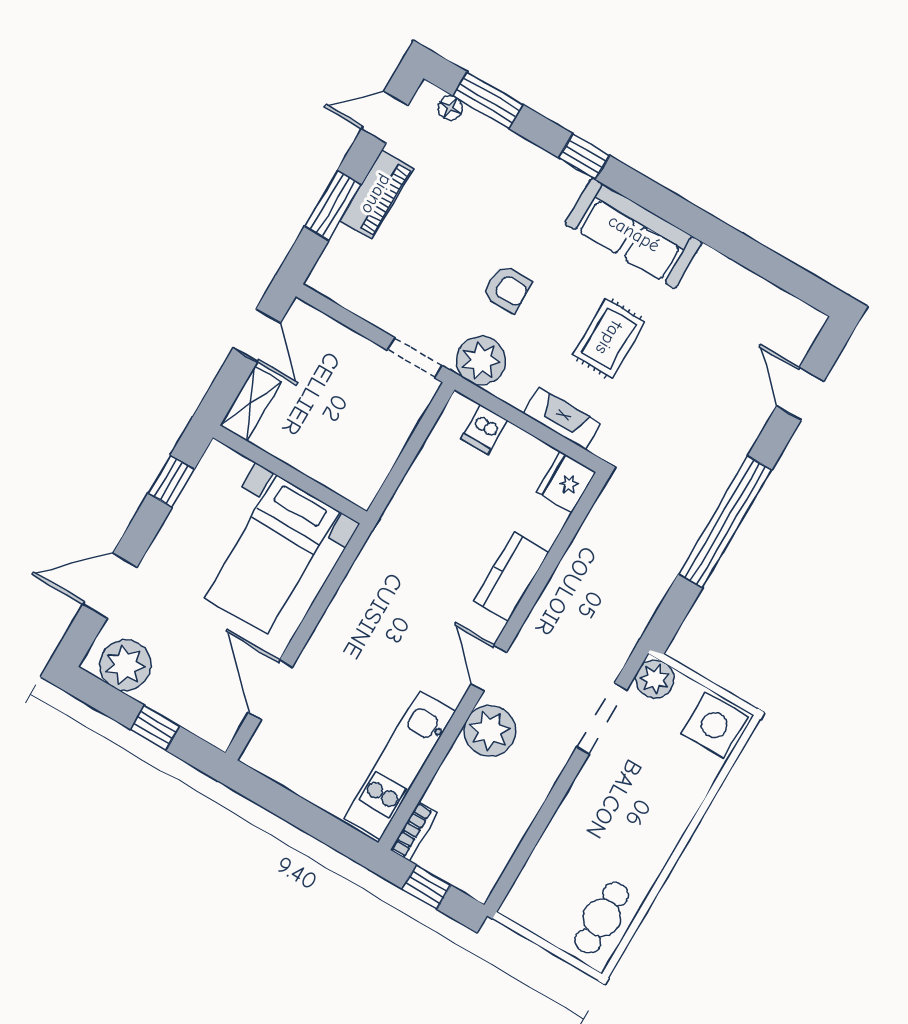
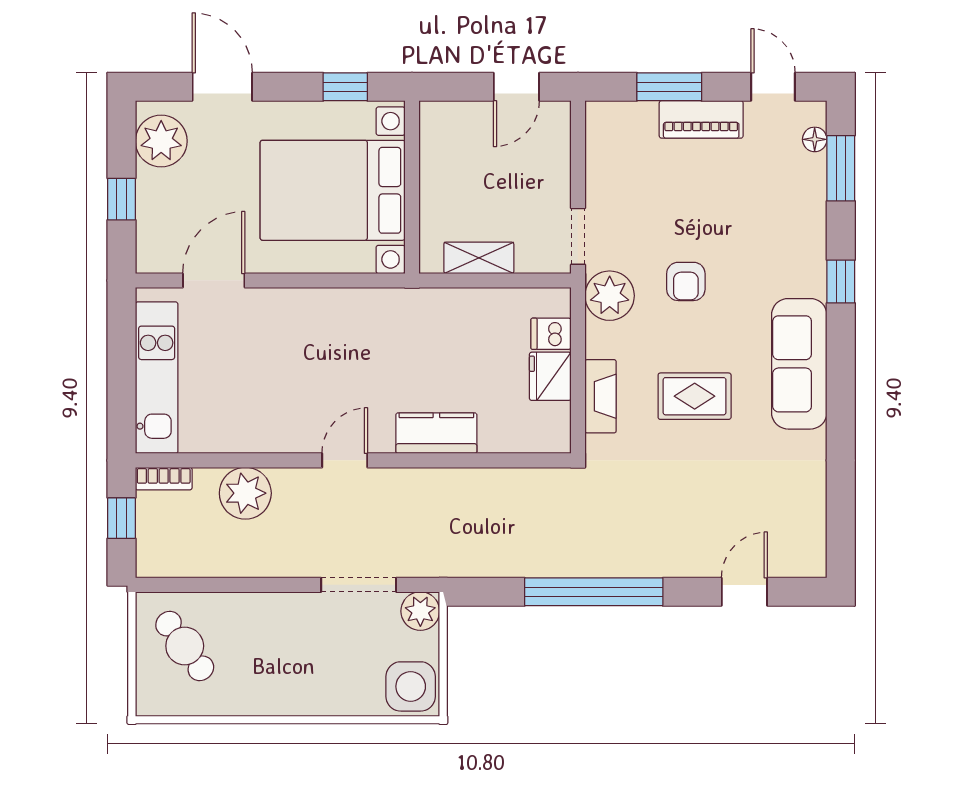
shelving: (251, 404) -> (479, 258), moved
fridge: (566, 482) -> (550, 376), moved, turned -90
bed with nightstands: (272, 555) -> (333, 190), width x1.36
plant: (490, 731) -> (245, 493), moved
kitchen unit: (400, 765) -> (157, 378), moved, turned 90
cafe table: (602, 918) -> (185, 646), moved, turned 54

